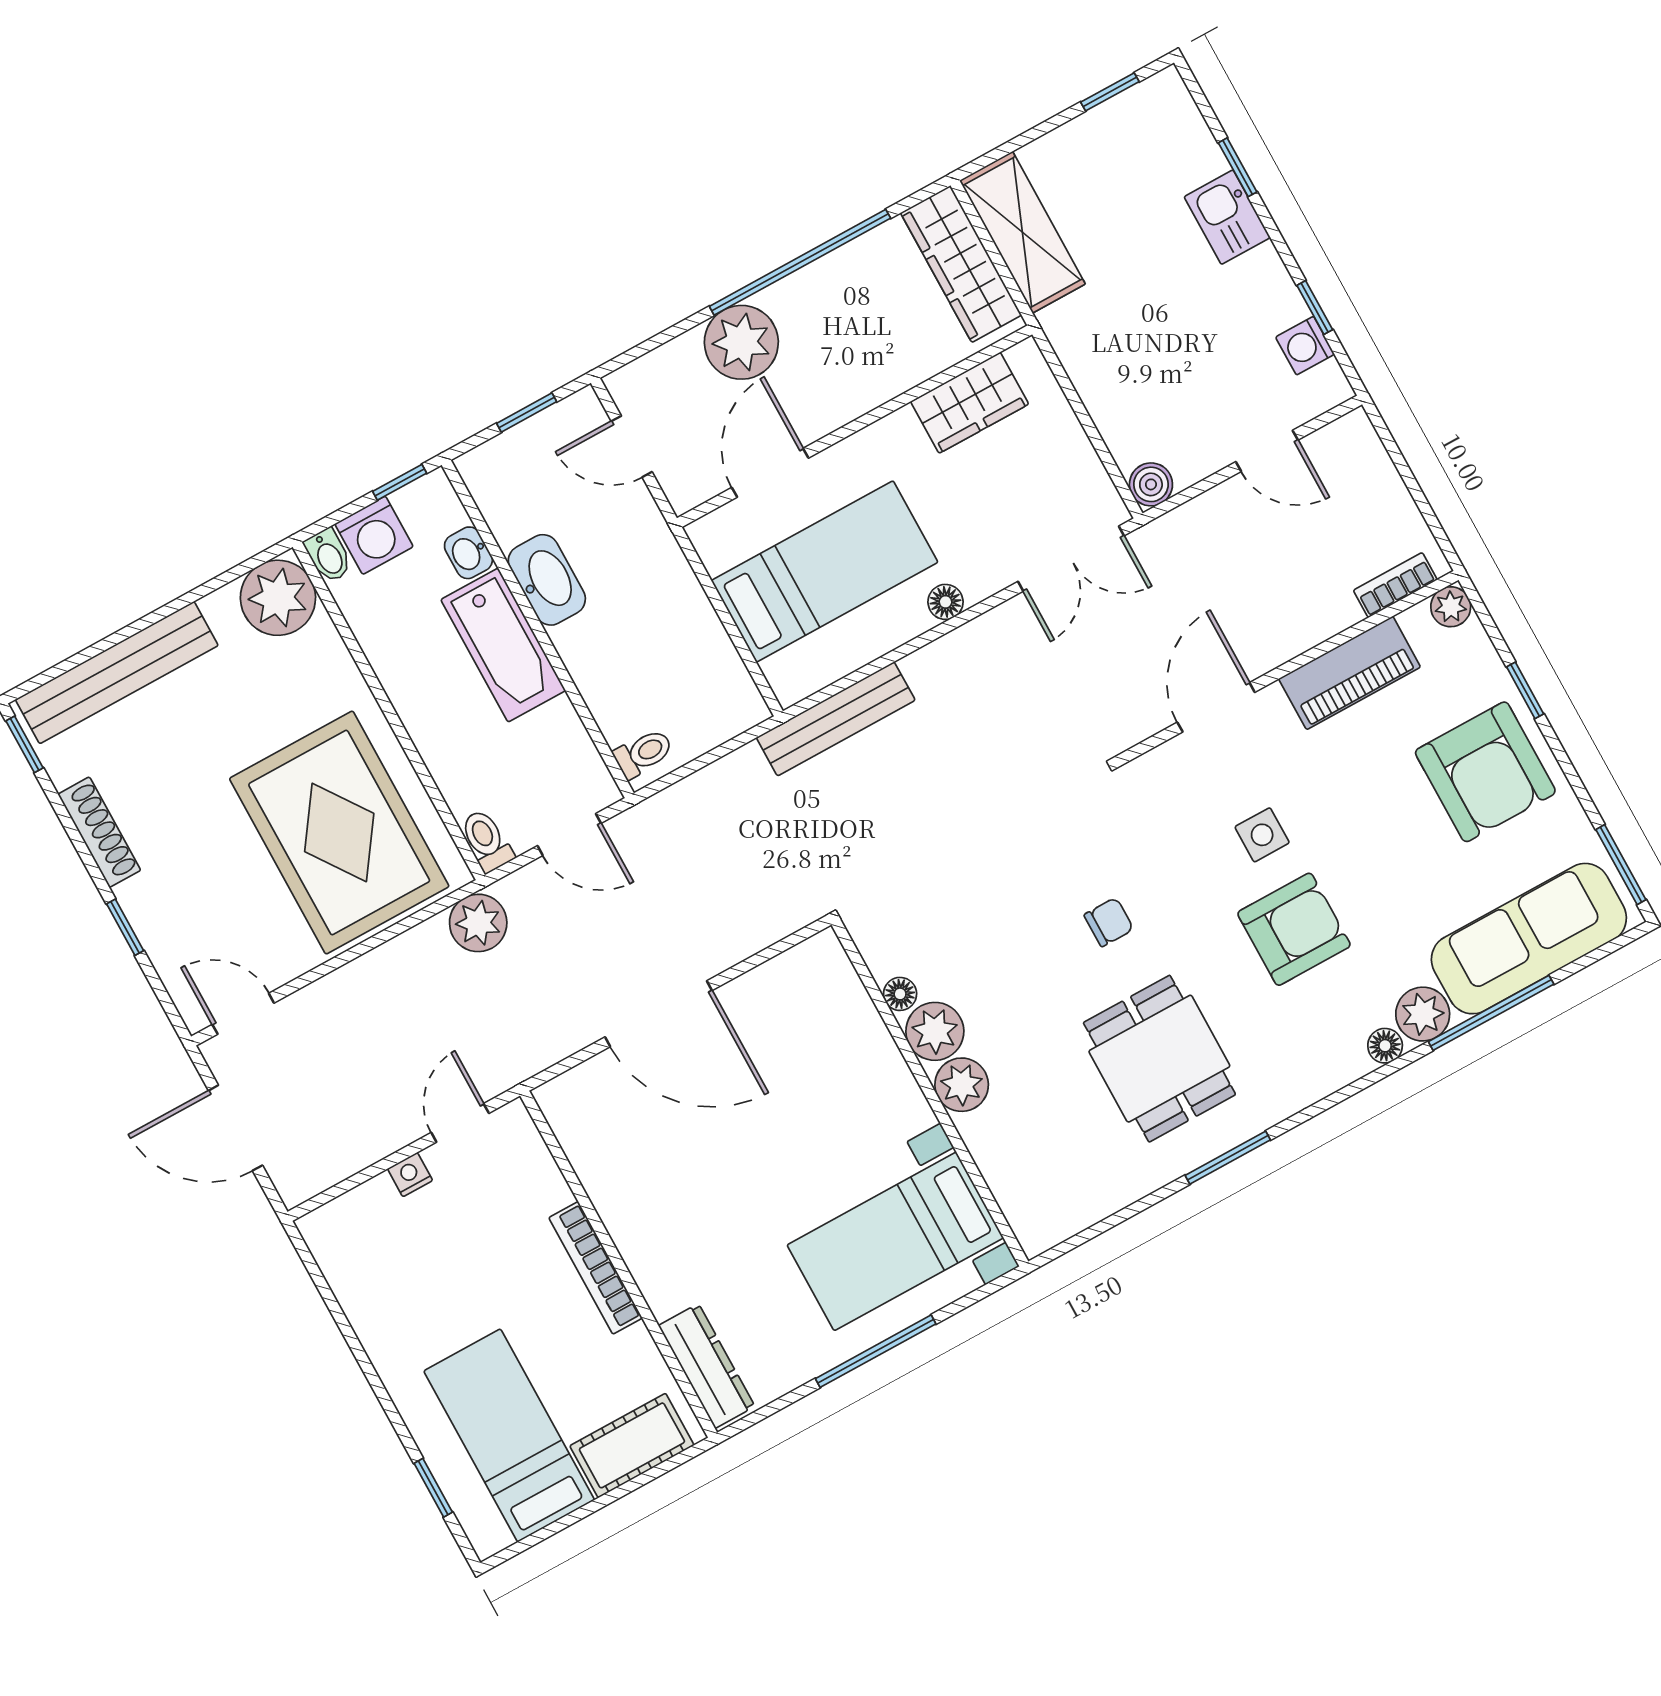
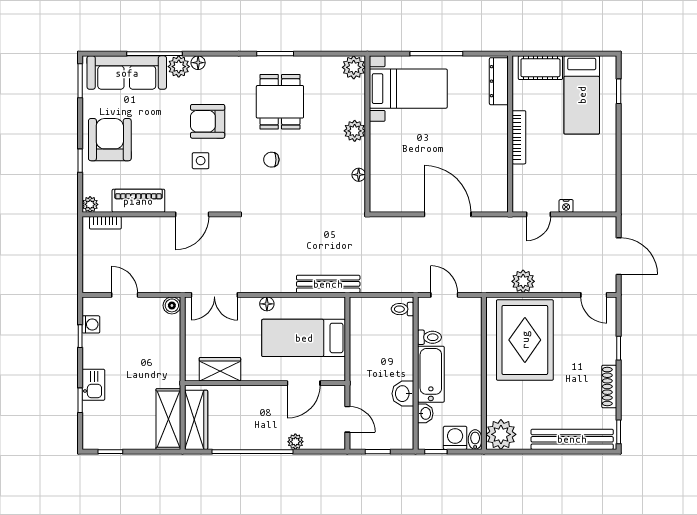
plant: (741, 342) -> (295, 442), width x0.53, depth x0.53
double door: (1071, 559) -> (214, 295), swing flipped
washbasin: (547, 580) -> (403, 394), width x0.72
toilet: (486, 841) -> (429, 337), moved, turned -90
plant: (478, 923) -> (523, 281), moved
plant: (935, 1031) -> (354, 67), moved

